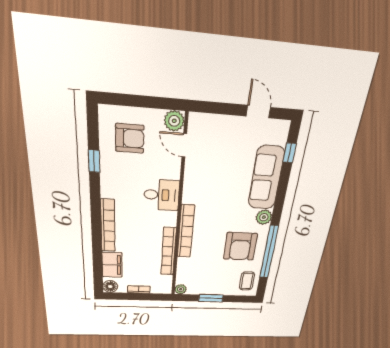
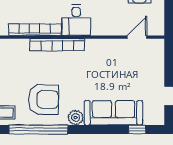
plant: (174, 121) -> (156, 27), removed
desk: (162, 195) -> (76, 20), moved
armchair: (240, 246) -> (44, 100), turned 180

